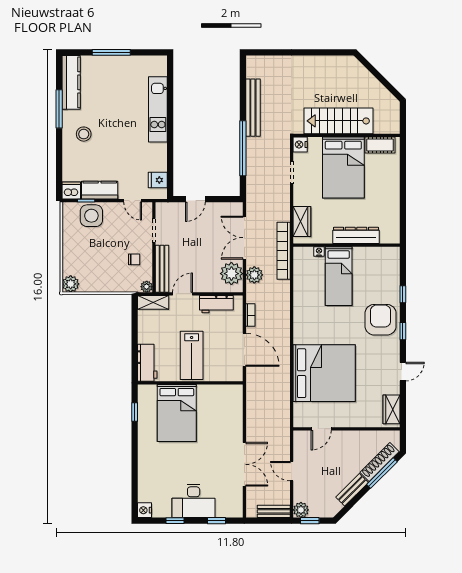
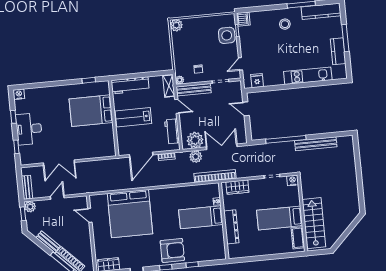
stairs: (339, 121) -> (314, 223), moved
bed: (343, 167) -> (280, 218), width x0.67
kitchen counter: (100, 190) -> (338, 51), moved, turned 180
workbench: (147, 363) -> (130, 85), width x1.38

